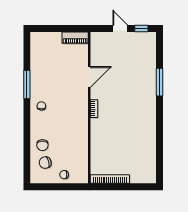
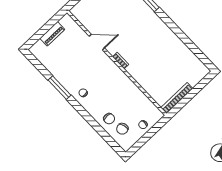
piano: (75, 38) -> (52, 34), moved
door: (89, 77) -> (97, 42), hinge flipped

